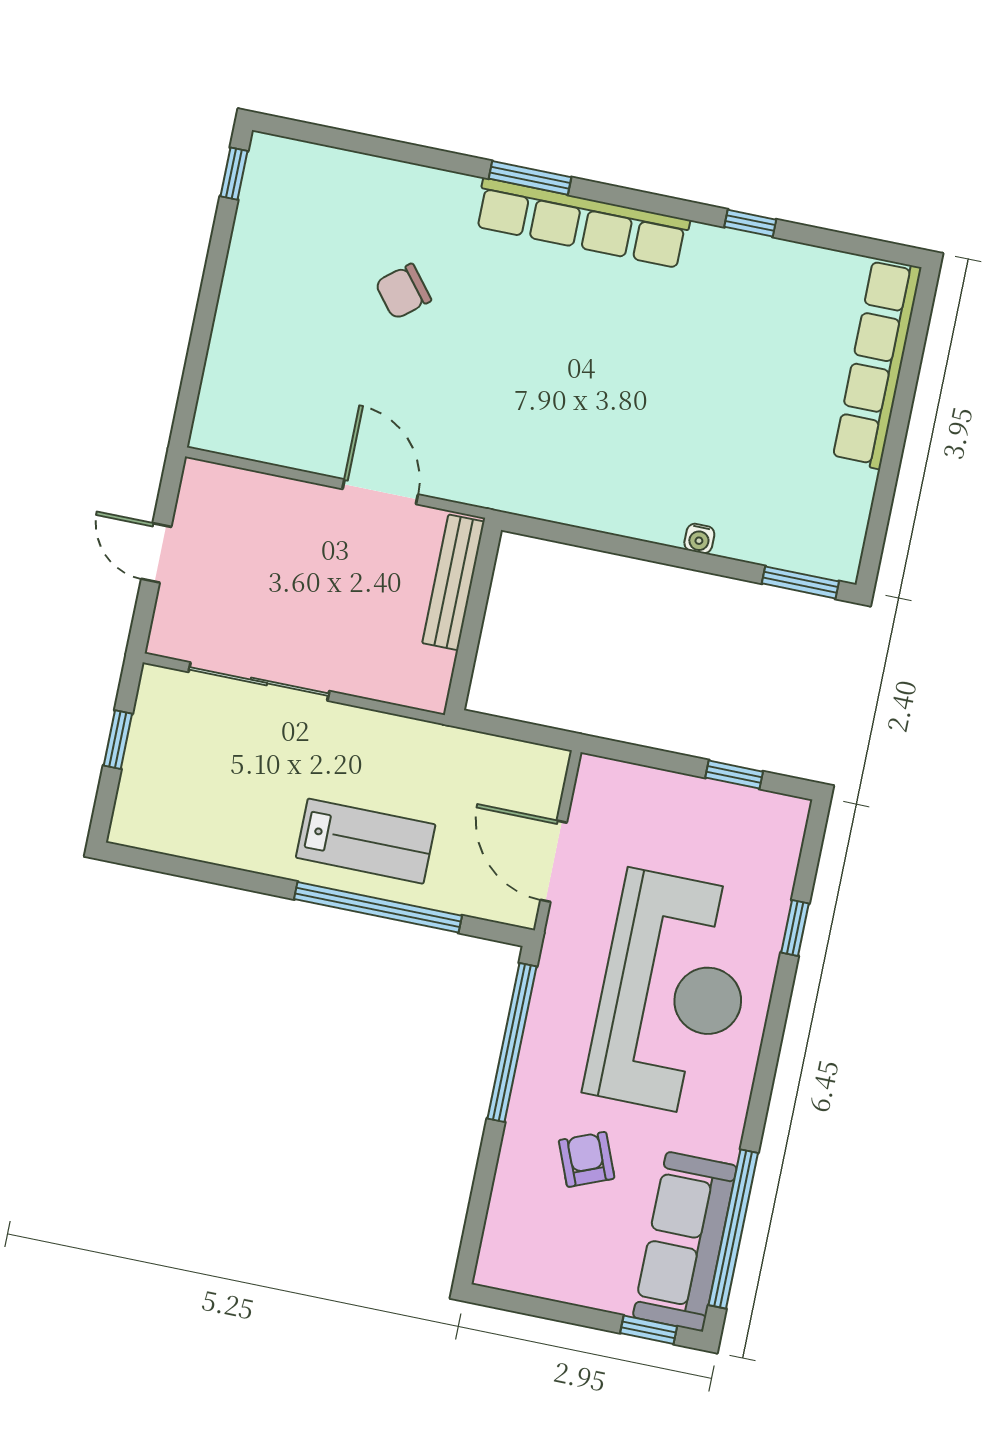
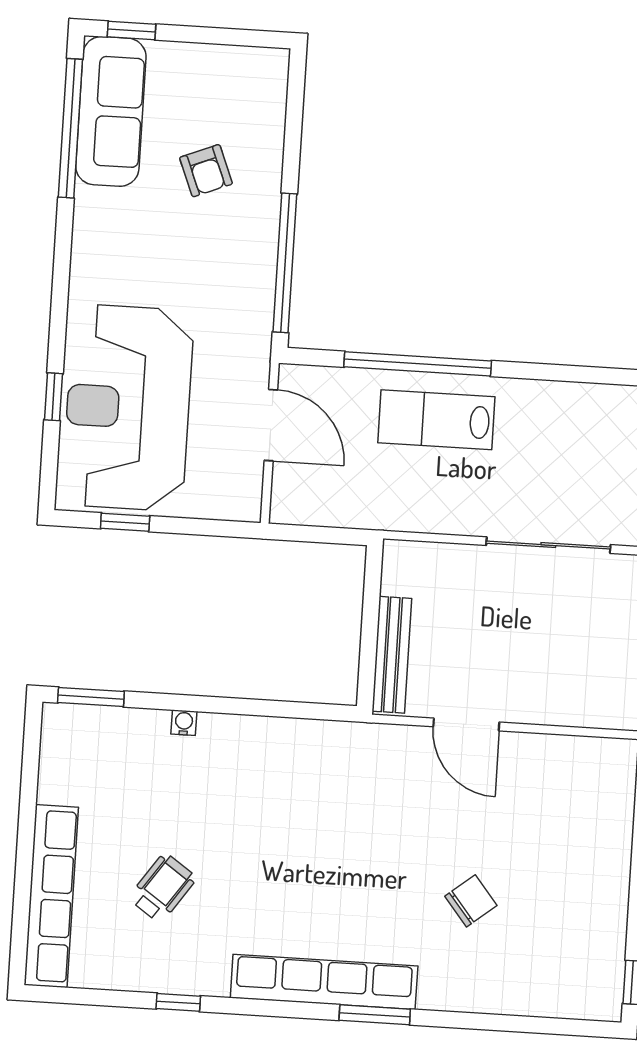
wheelchair: (750, 355) -> (162, 888), added
reception desk: (672, 994) -> (128, 408), moved

